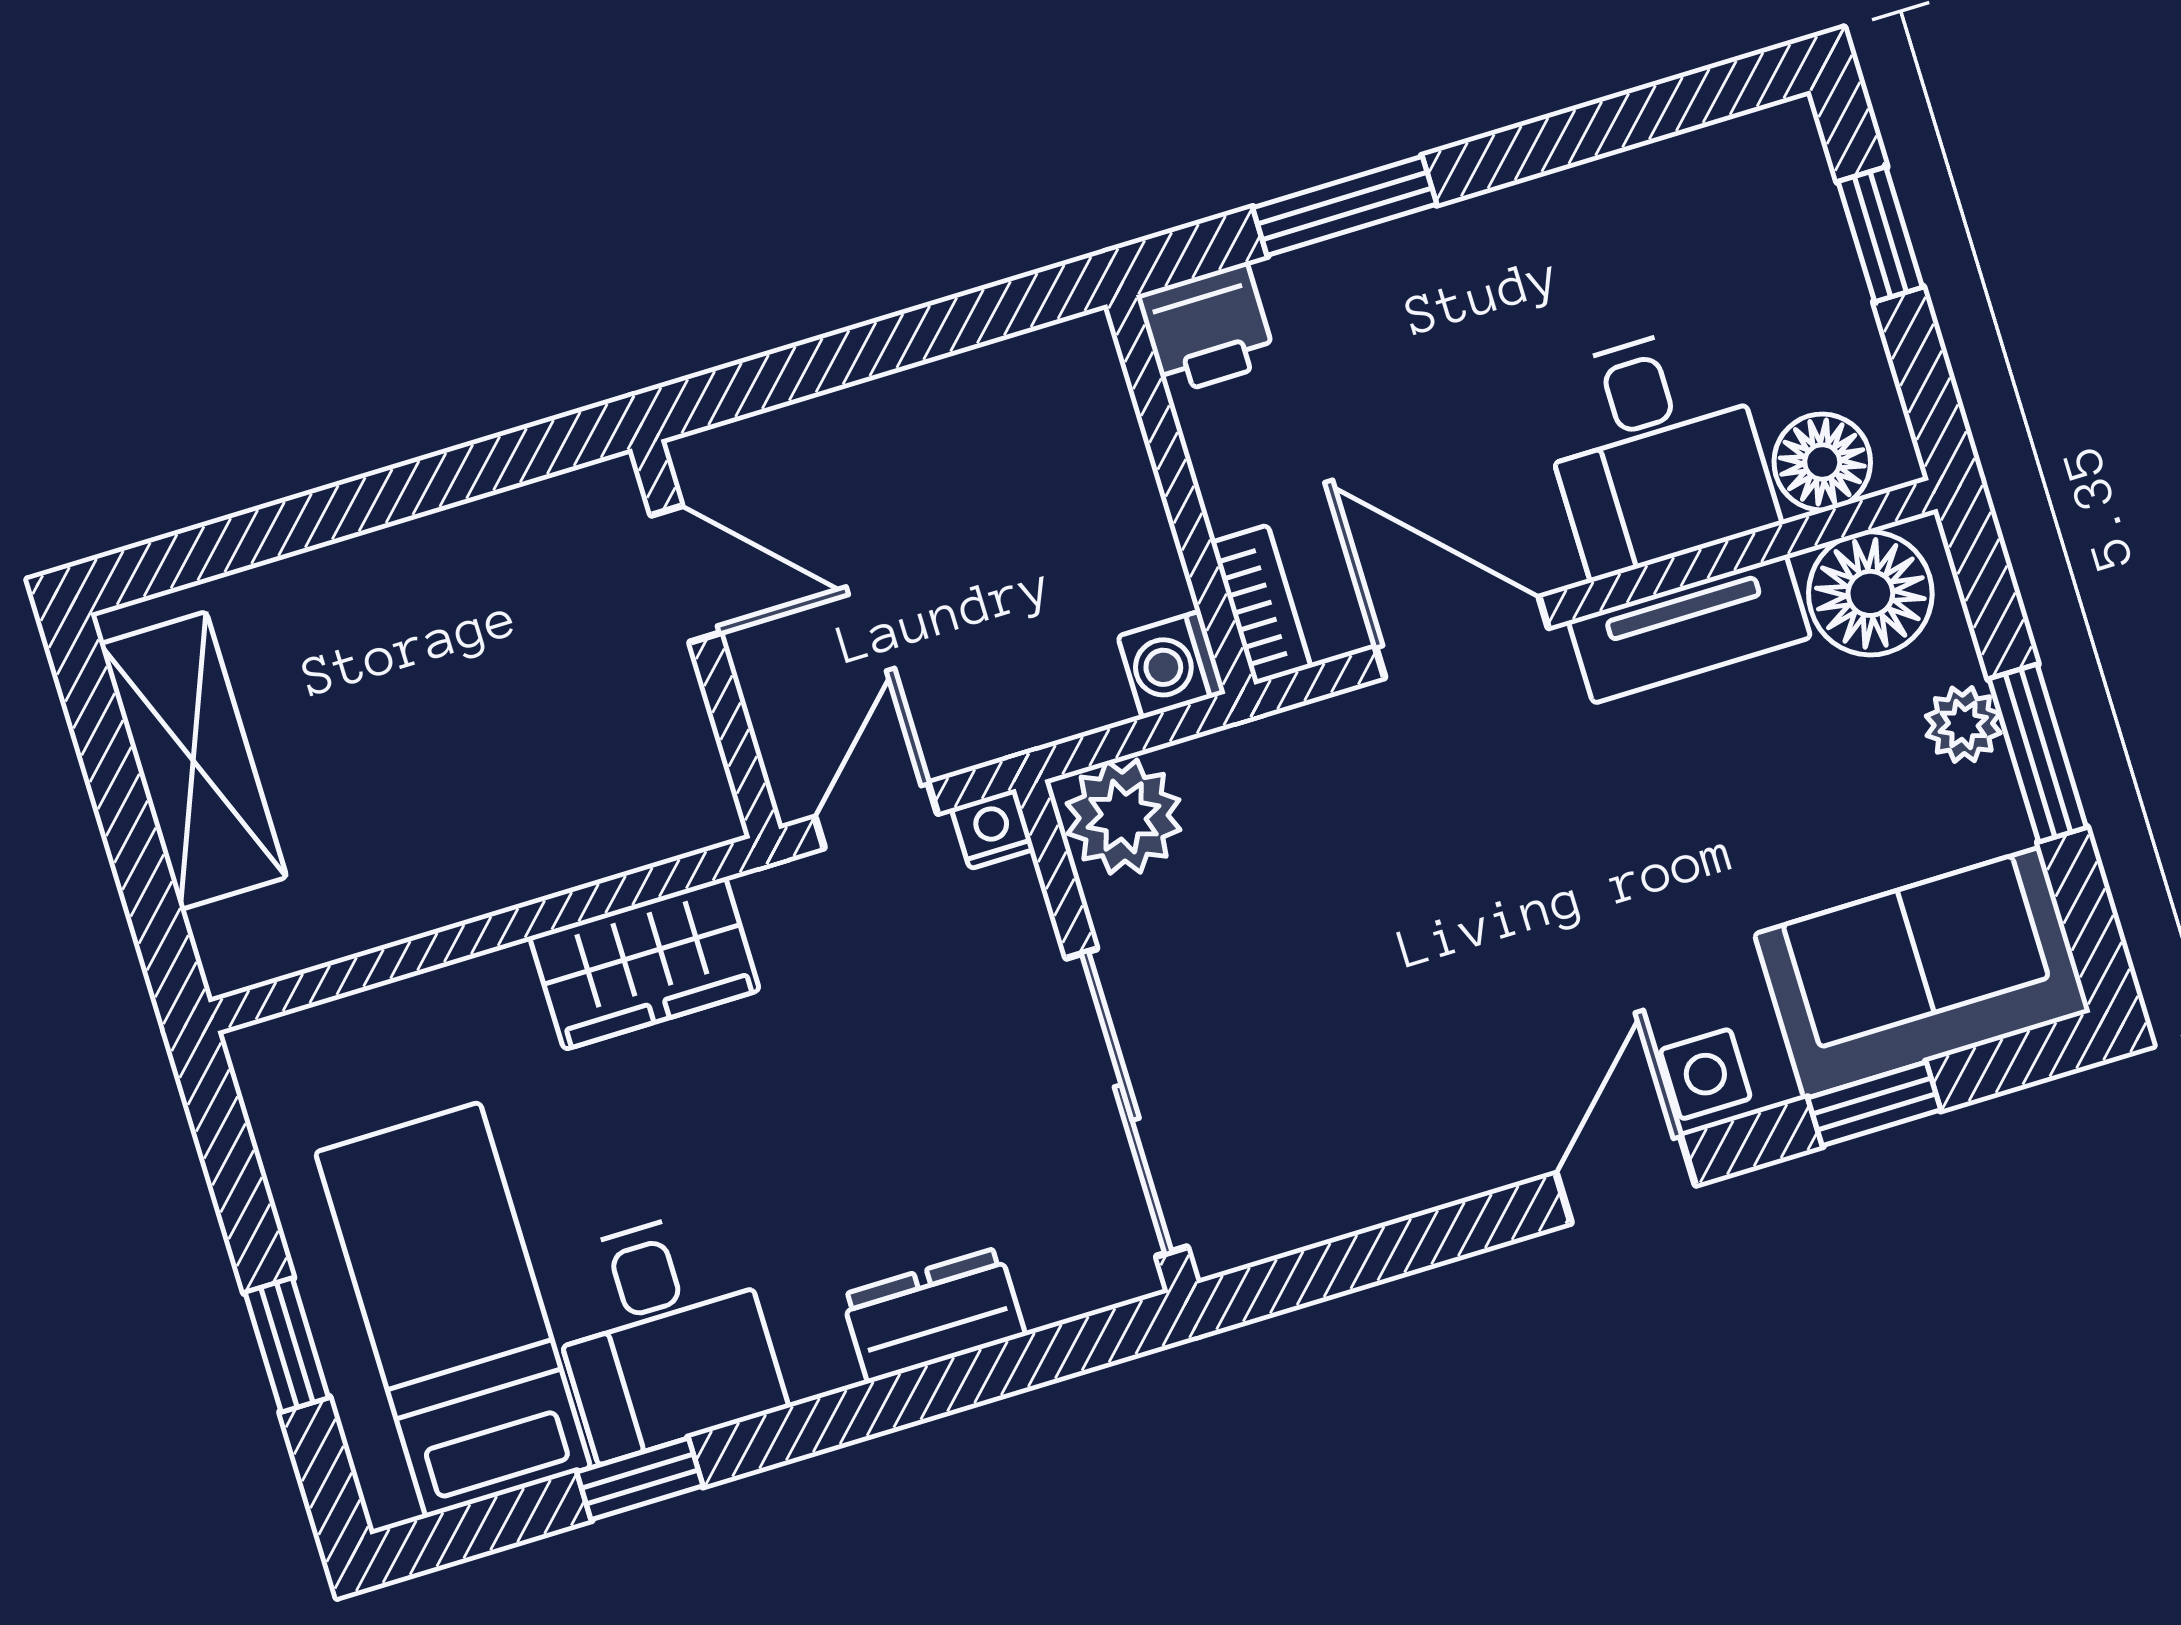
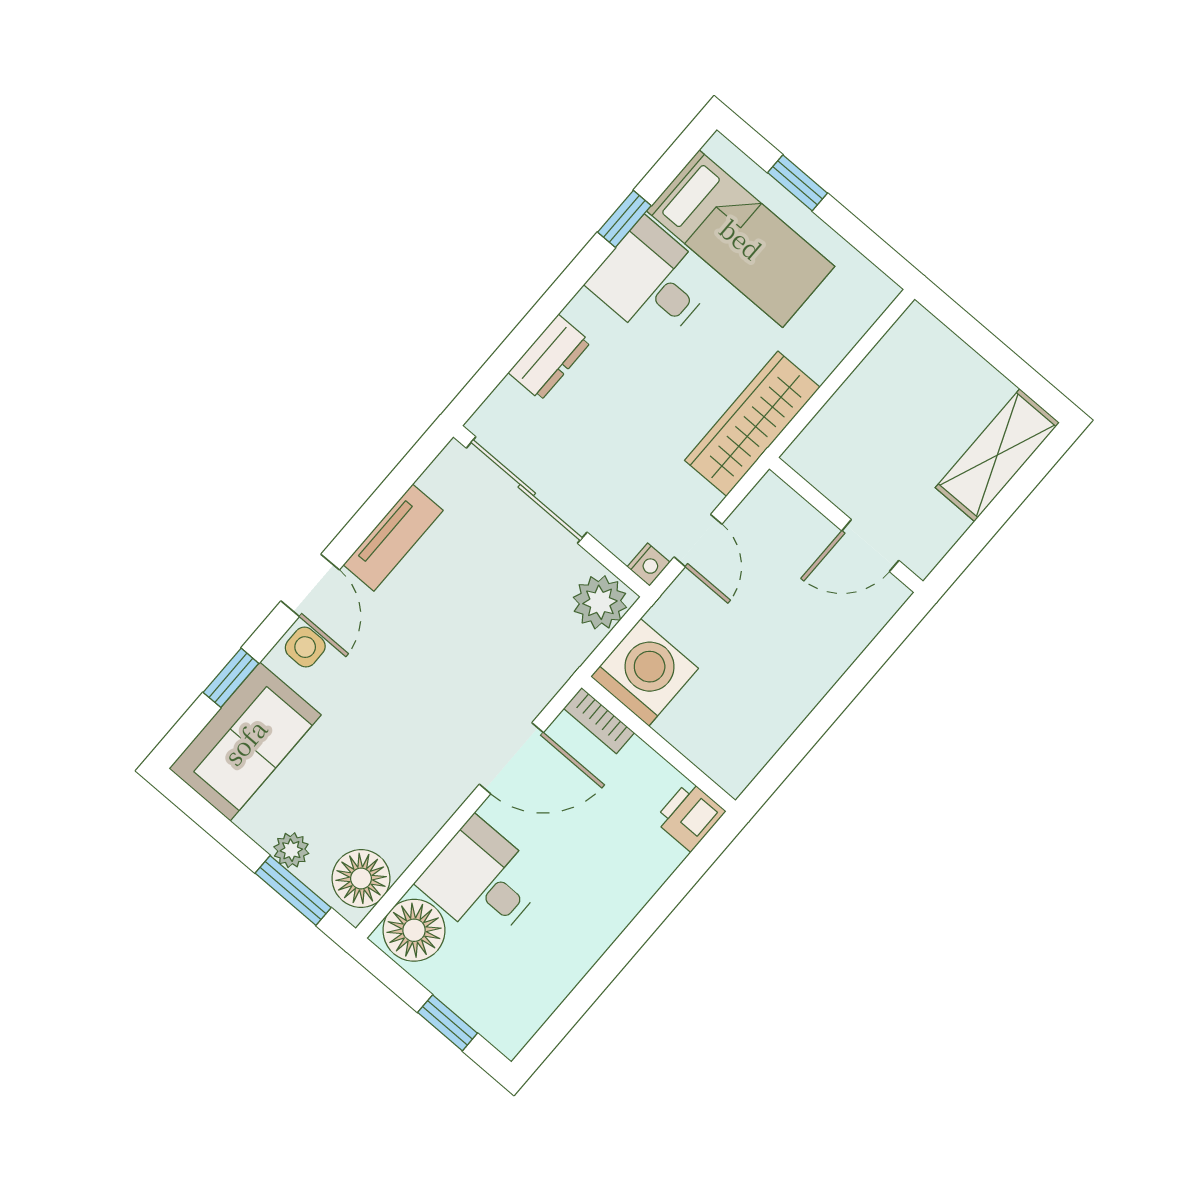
window: (1345, 206) -> (666, 899), removed
floor lamp: (1822, 462) -> (414, 930), width x1.38, depth x1.38
door: (686, 574) -> (870, 546), moved
tv unit: (1690, 629) -> (393, 538), moved, turned 180
wall: (705, 639) -> (846, 525), moved
washing machine: (1172, 665) -> (645, 672), width x1.89, depth x1.89
window: (2038, 753) -> (293, 890), moved
shelving: (193, 761) -> (997, 455), moved, turned 90
wardrobe: (645, 963) -> (752, 424), width x1.50

